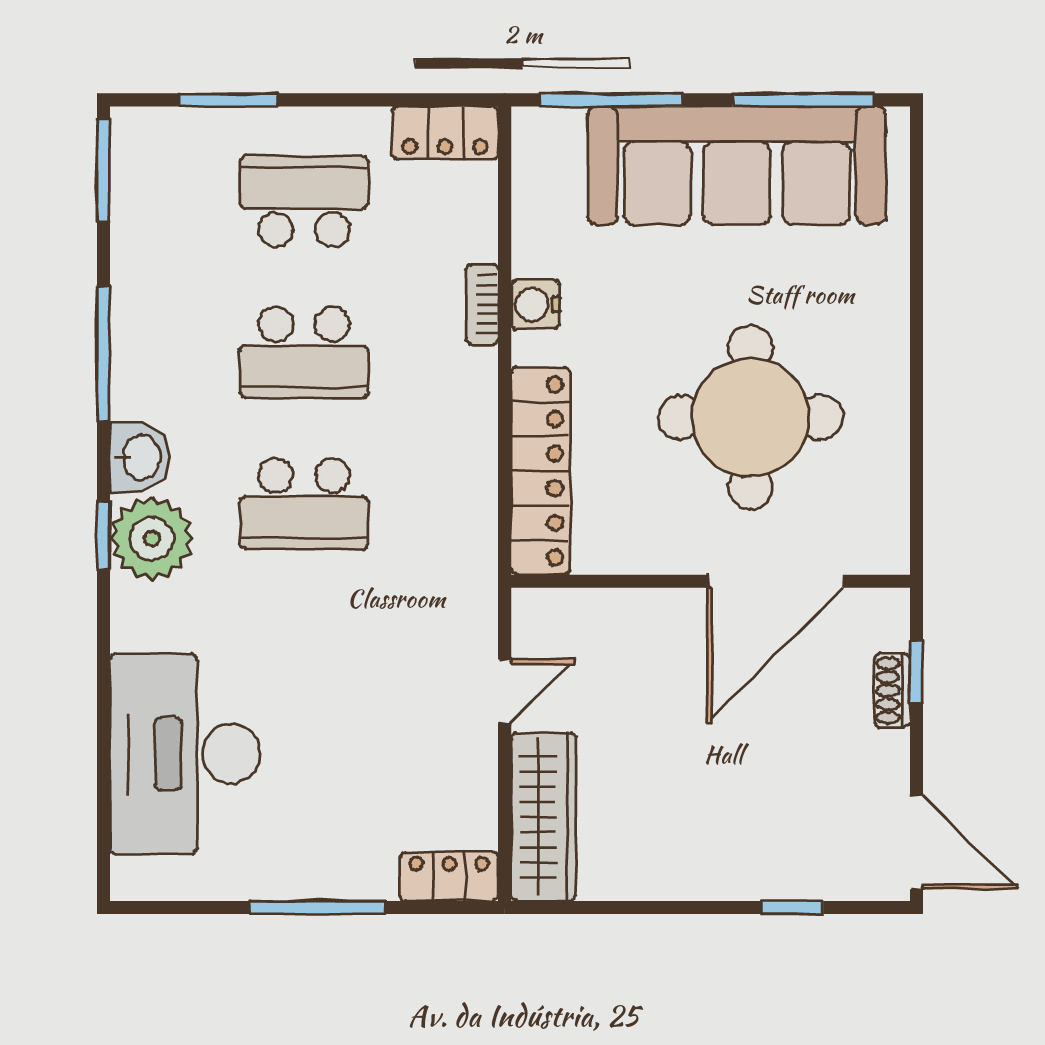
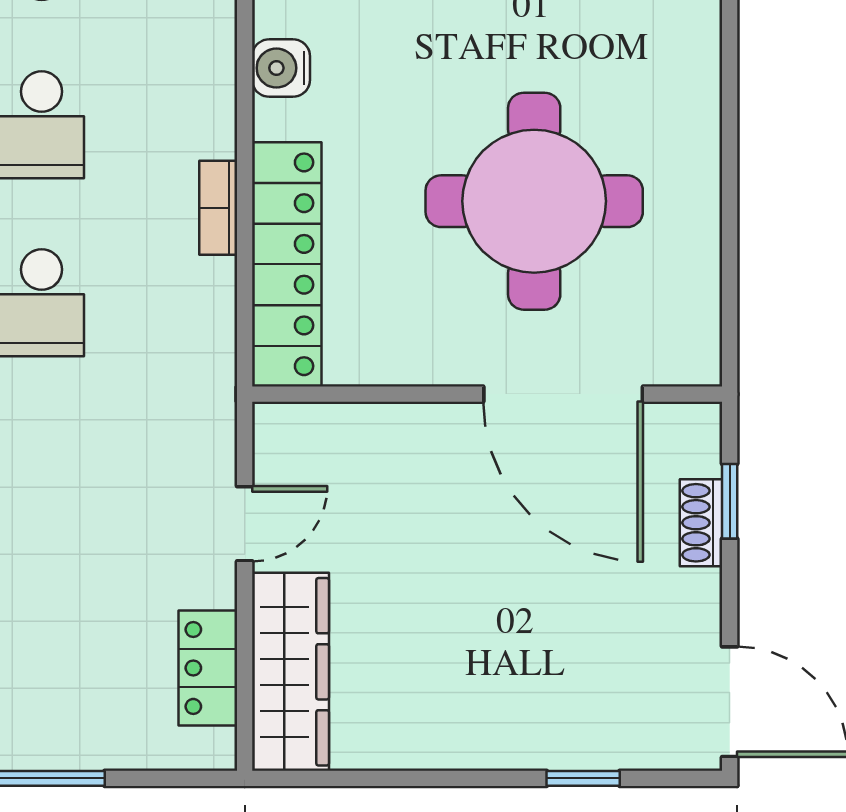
bookcase: (482, 304) -> (218, 208), moved
door: (775, 581) -> (563, 394), hinge flipped
locker: (449, 876) -> (208, 668), moved, turned -90

